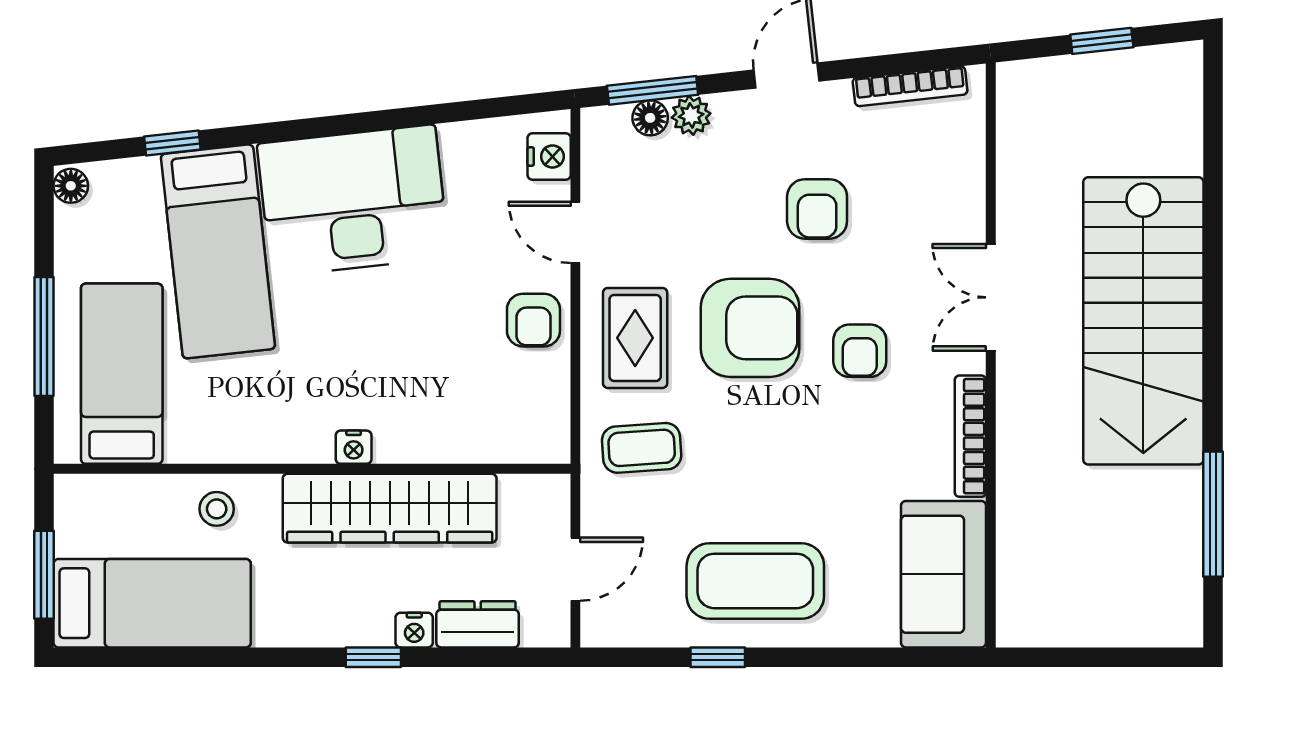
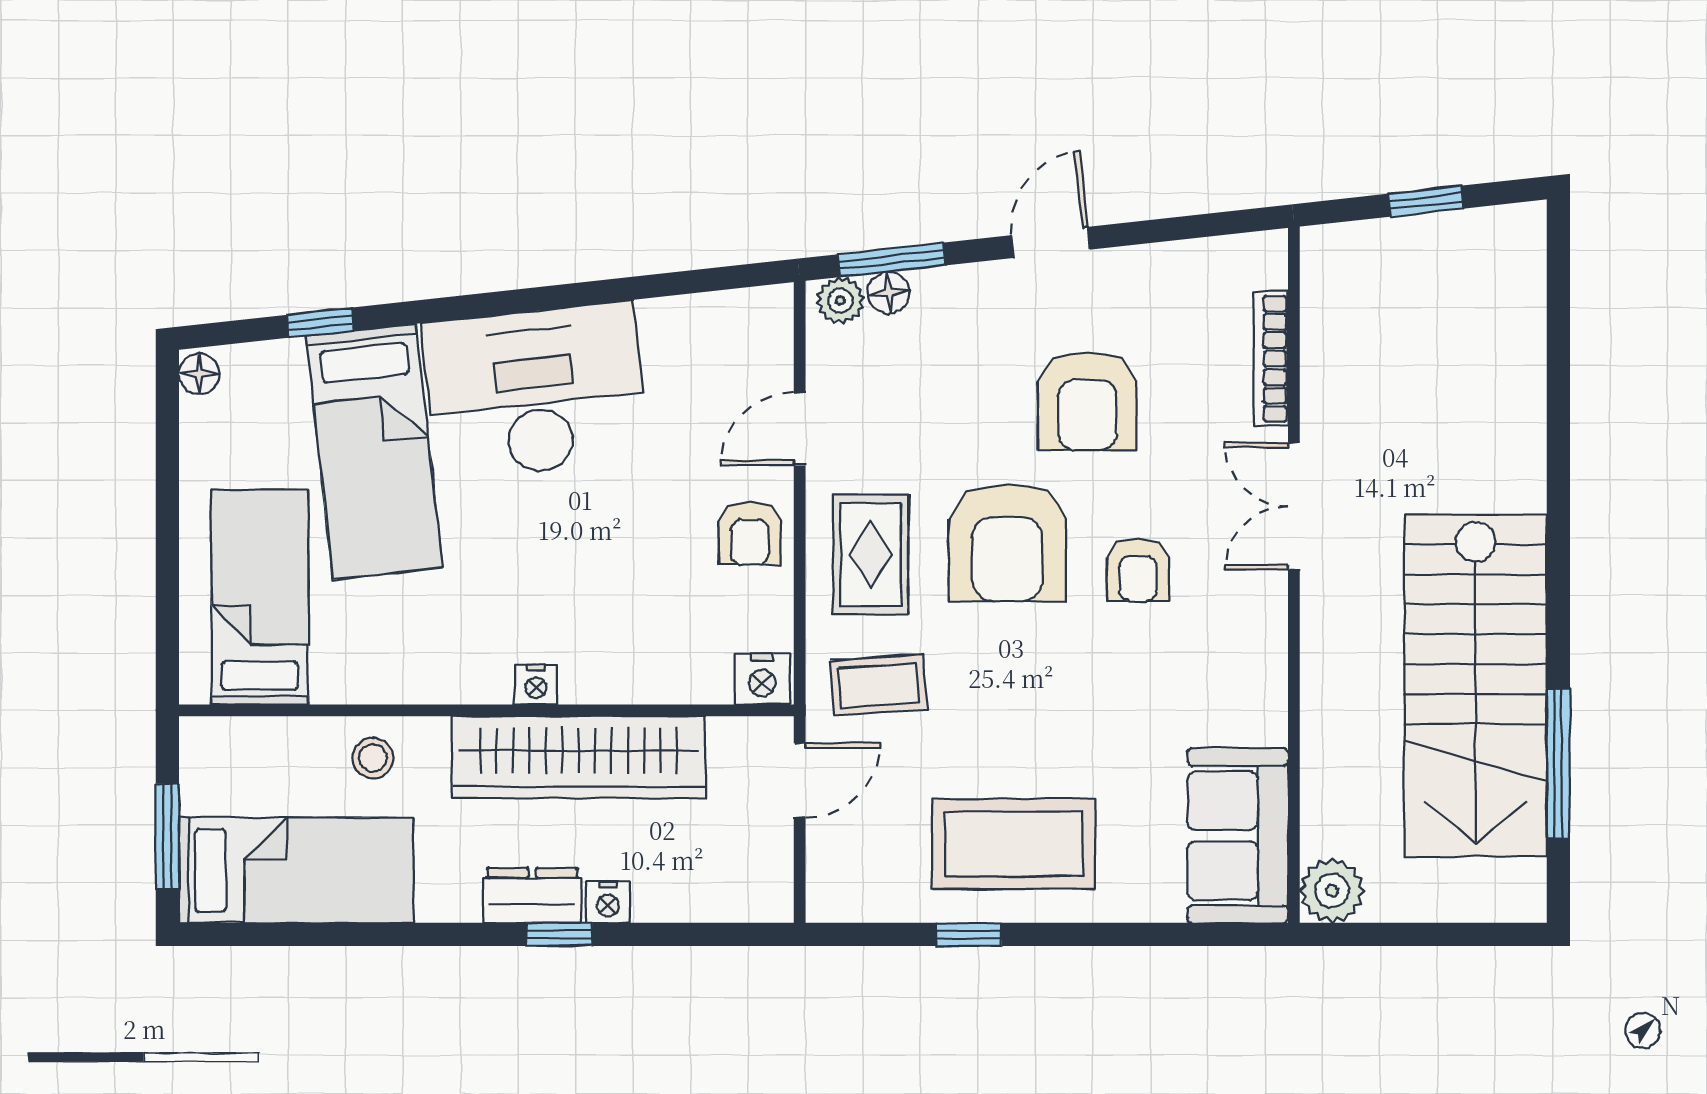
bookcase: (910, 86) -> (1271, 359), moved, turned 96
plant: (691, 115) -> (840, 301), moved
nightstand: (549, 157) -> (762, 679), moved, turned 90
armchair: (817, 209) -> (1087, 401), width x1.38, depth x1.38
door: (575, 232) -> (800, 429), hinge flipped
stairs: (1143, 321) -> (1476, 686), moved
armchair: (750, 328) -> (1007, 543), turned 90
window: (44, 336) -> (167, 553), removed
bookcase: (970, 436) -> (1270, 671), removed
door: (575, 569) -> (800, 780), moved
plant: (1023, 620) -> (1332, 891), added
dresser: (478, 624) -> (532, 895), moved

